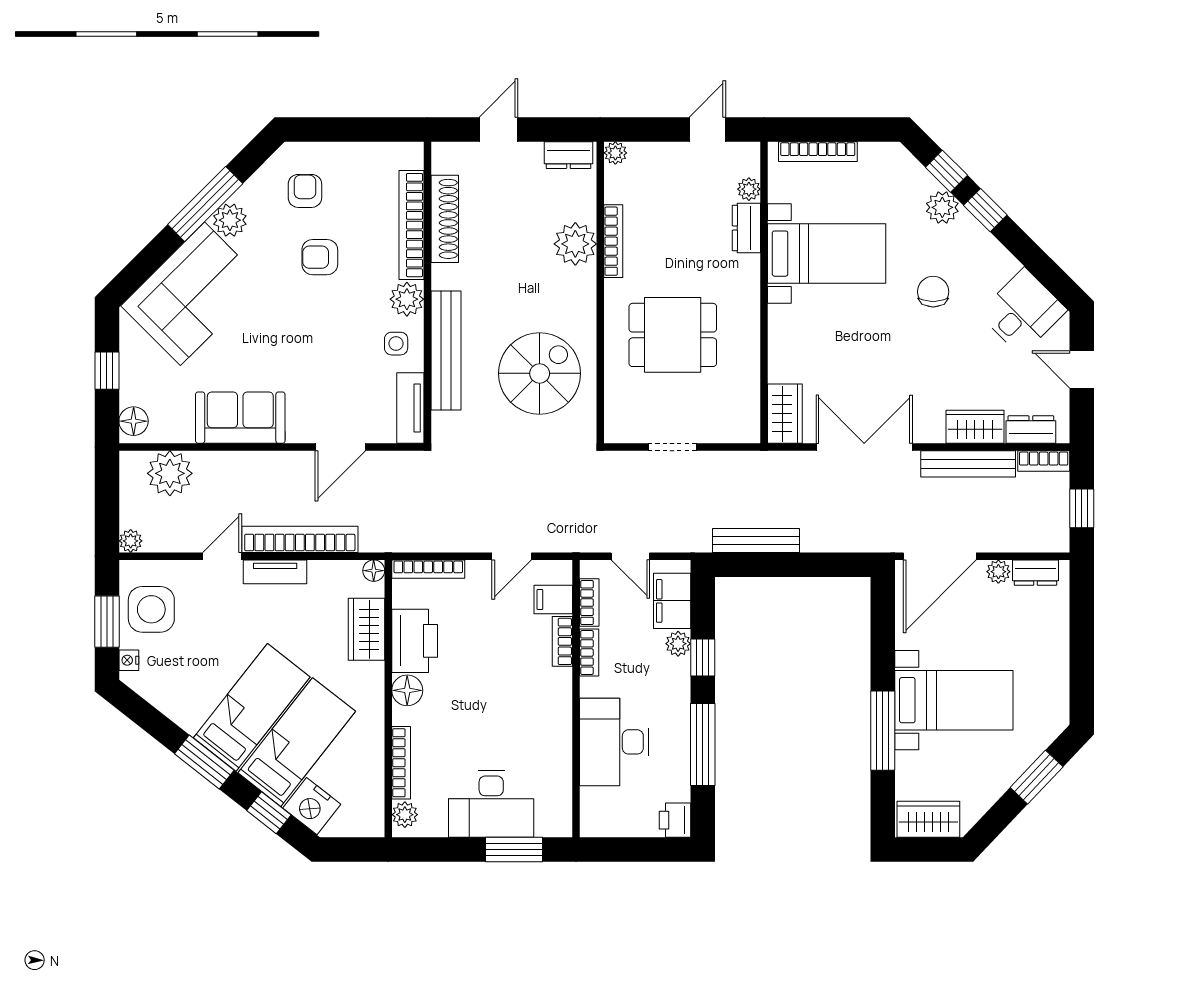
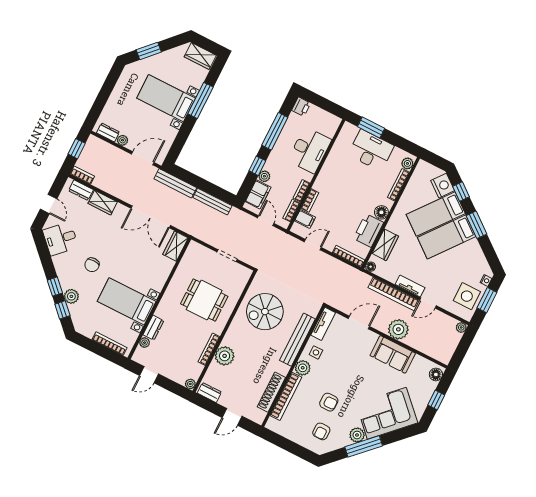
bench: (968, 464) -> (175, 183), moved
plant: (170, 473) -> (398, 329), moved
door: (940, 556) -> (143, 158), width x0.73

